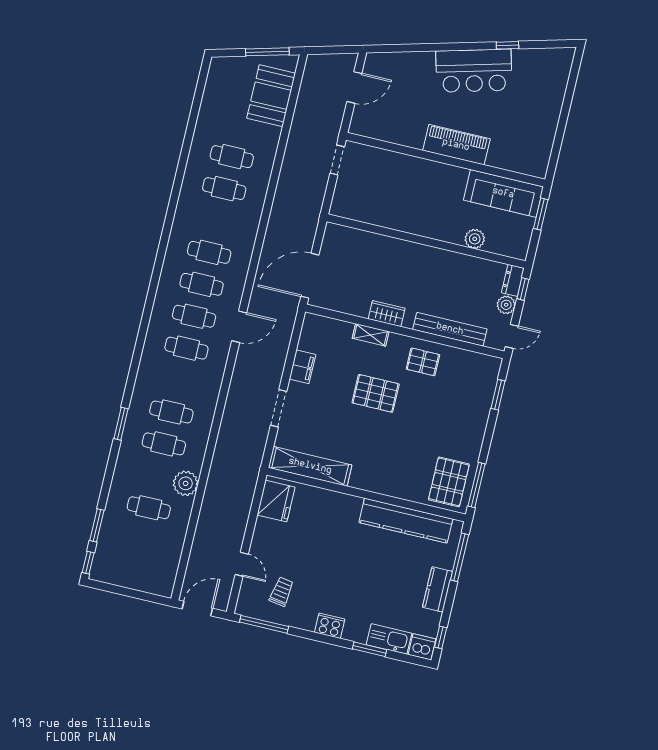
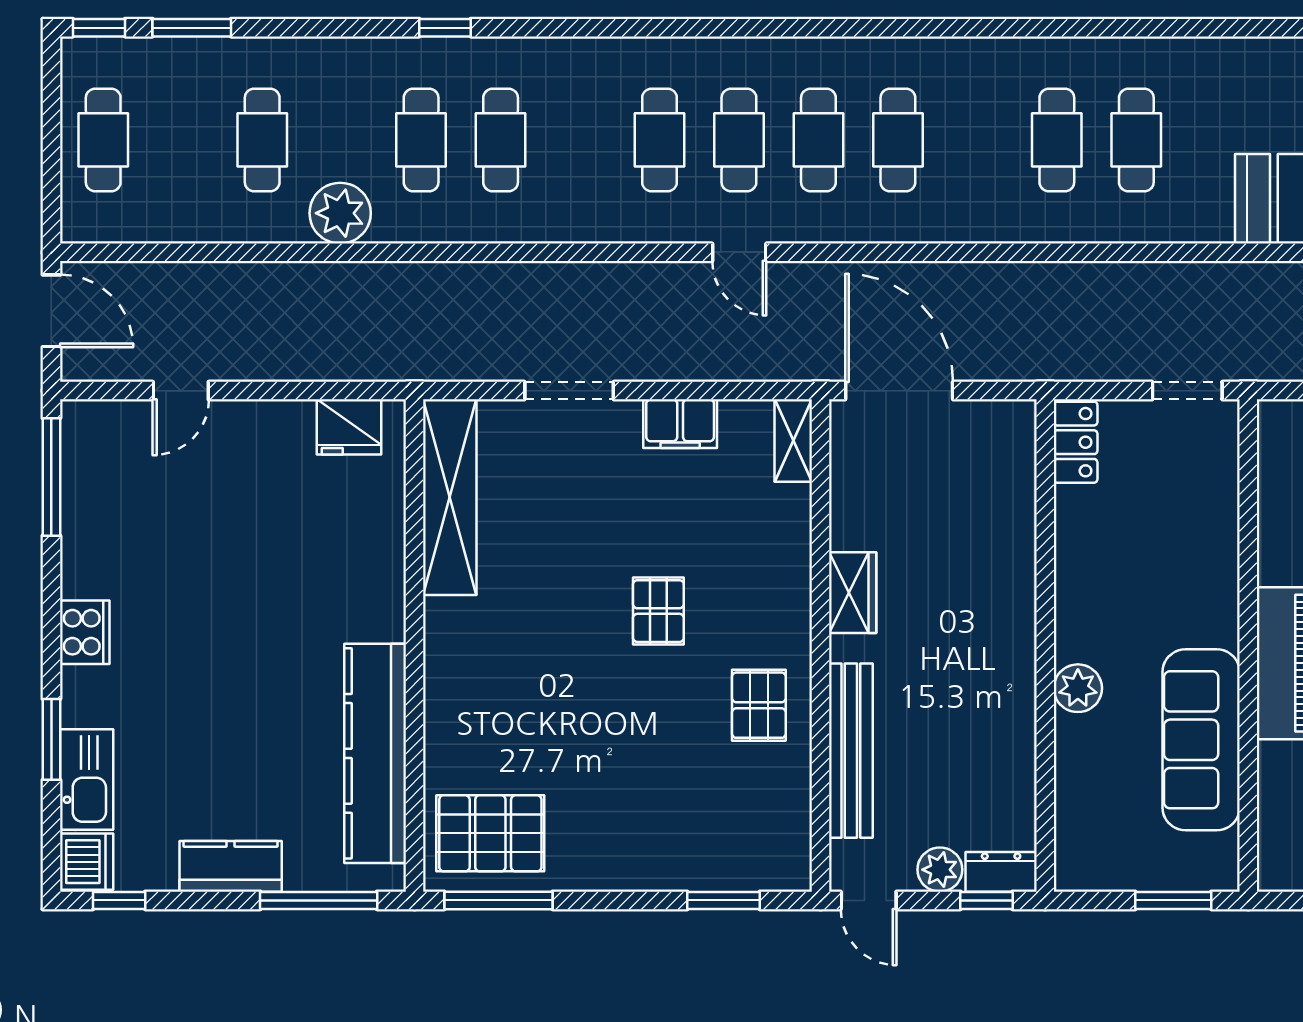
sofa: (503, 193) -> (1201, 740), moved
locker: (347, 210) -> (1076, 442), added
plant: (475, 239) -> (1078, 688), moved
door: (239, 327) -> (739, 252), width x0.73
shelving: (371, 335) -> (793, 441), moved
pallet: (376, 393) -> (658, 611), width x0.67, depth x0.71
window: (121, 424) -> (445, 28), width x0.67
fridge: (276, 501) -> (349, 427), width x0.73, depth x0.75
cafe table: (134, 572) -> (103, 140), added
trolley: (282, 592) -> (138, 500), removed

